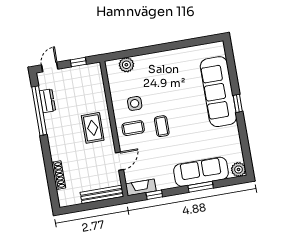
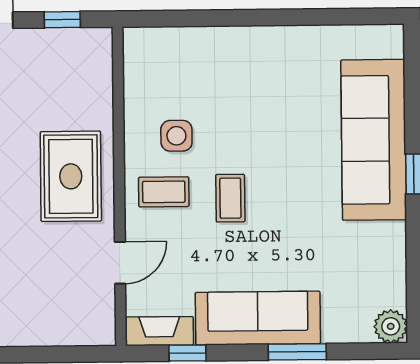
plant: (126, 65) -> (172, 44), removed
rug: (93, 128) -> (71, 176), width x1.36, depth x1.43
sofa: (201, 172) -> (258, 318), moved
bench: (102, 194) -> (67, 333), removed

